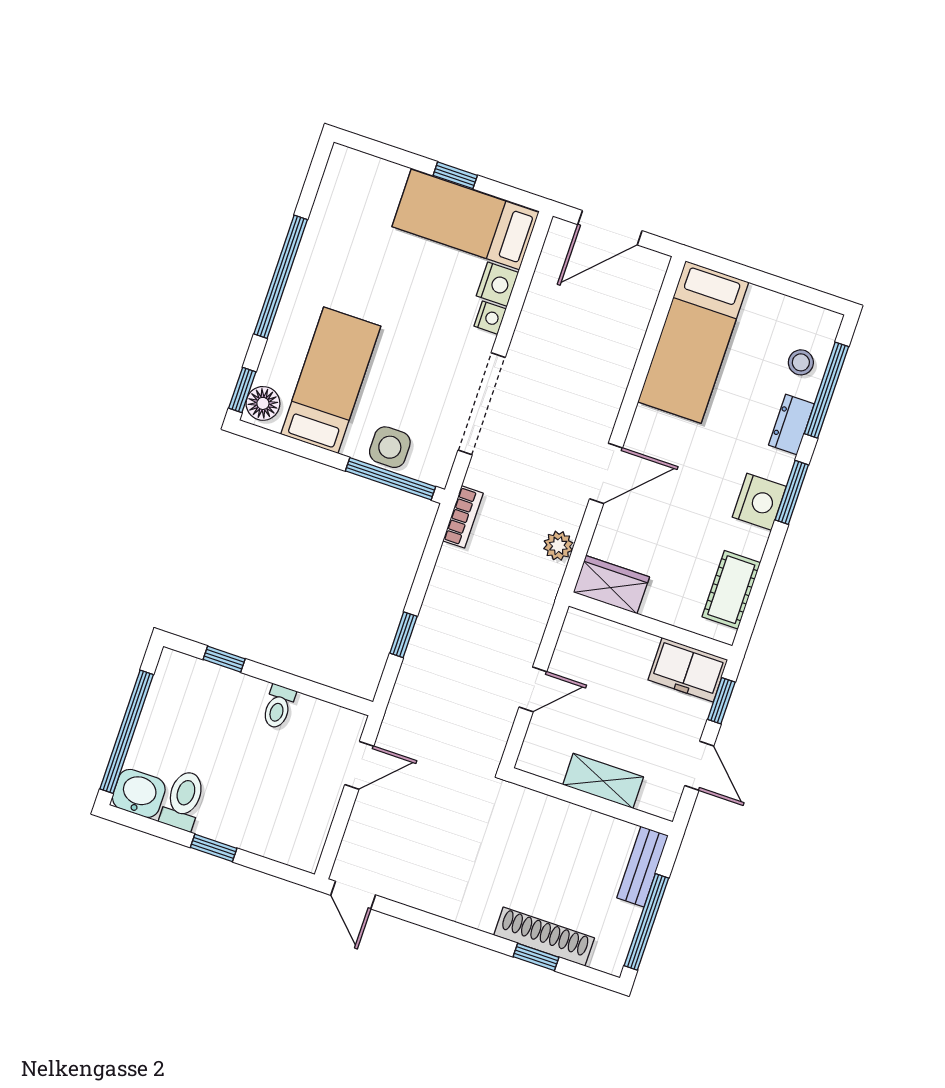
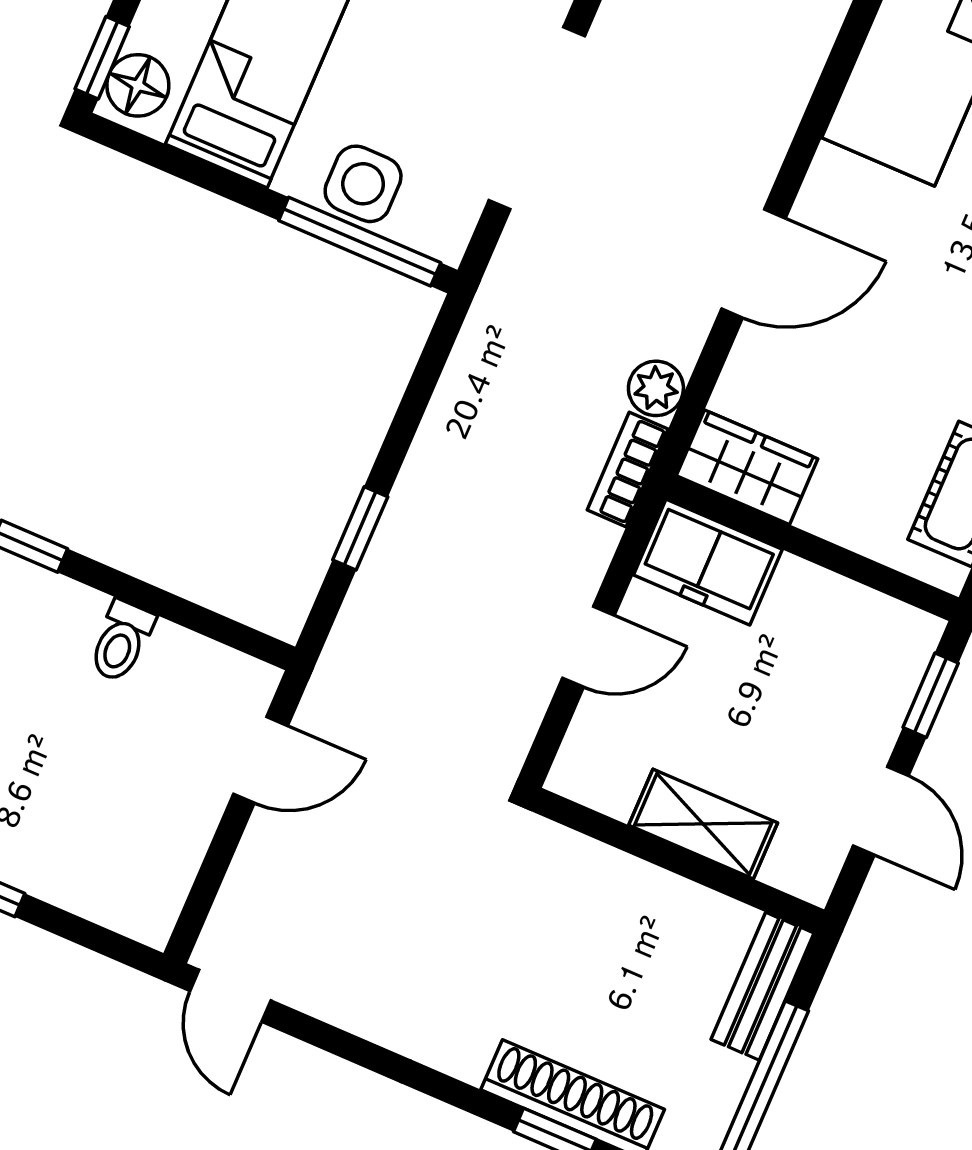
bookcase: (463, 517) -> (628, 469), moved, turned 180
freezer: (688, 670) -> (708, 562), moved

